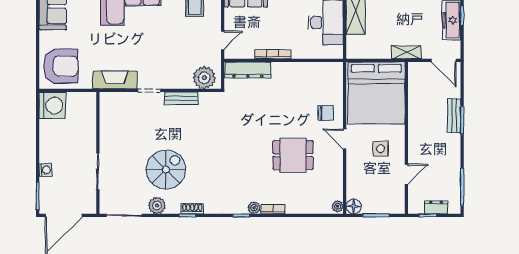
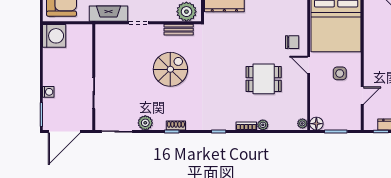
bench: (181, 98) -> (179, 30), moved
spiral stairs: (166, 169) -> (170, 69), moved
plant: (254, 208) -> (263, 125), moved

